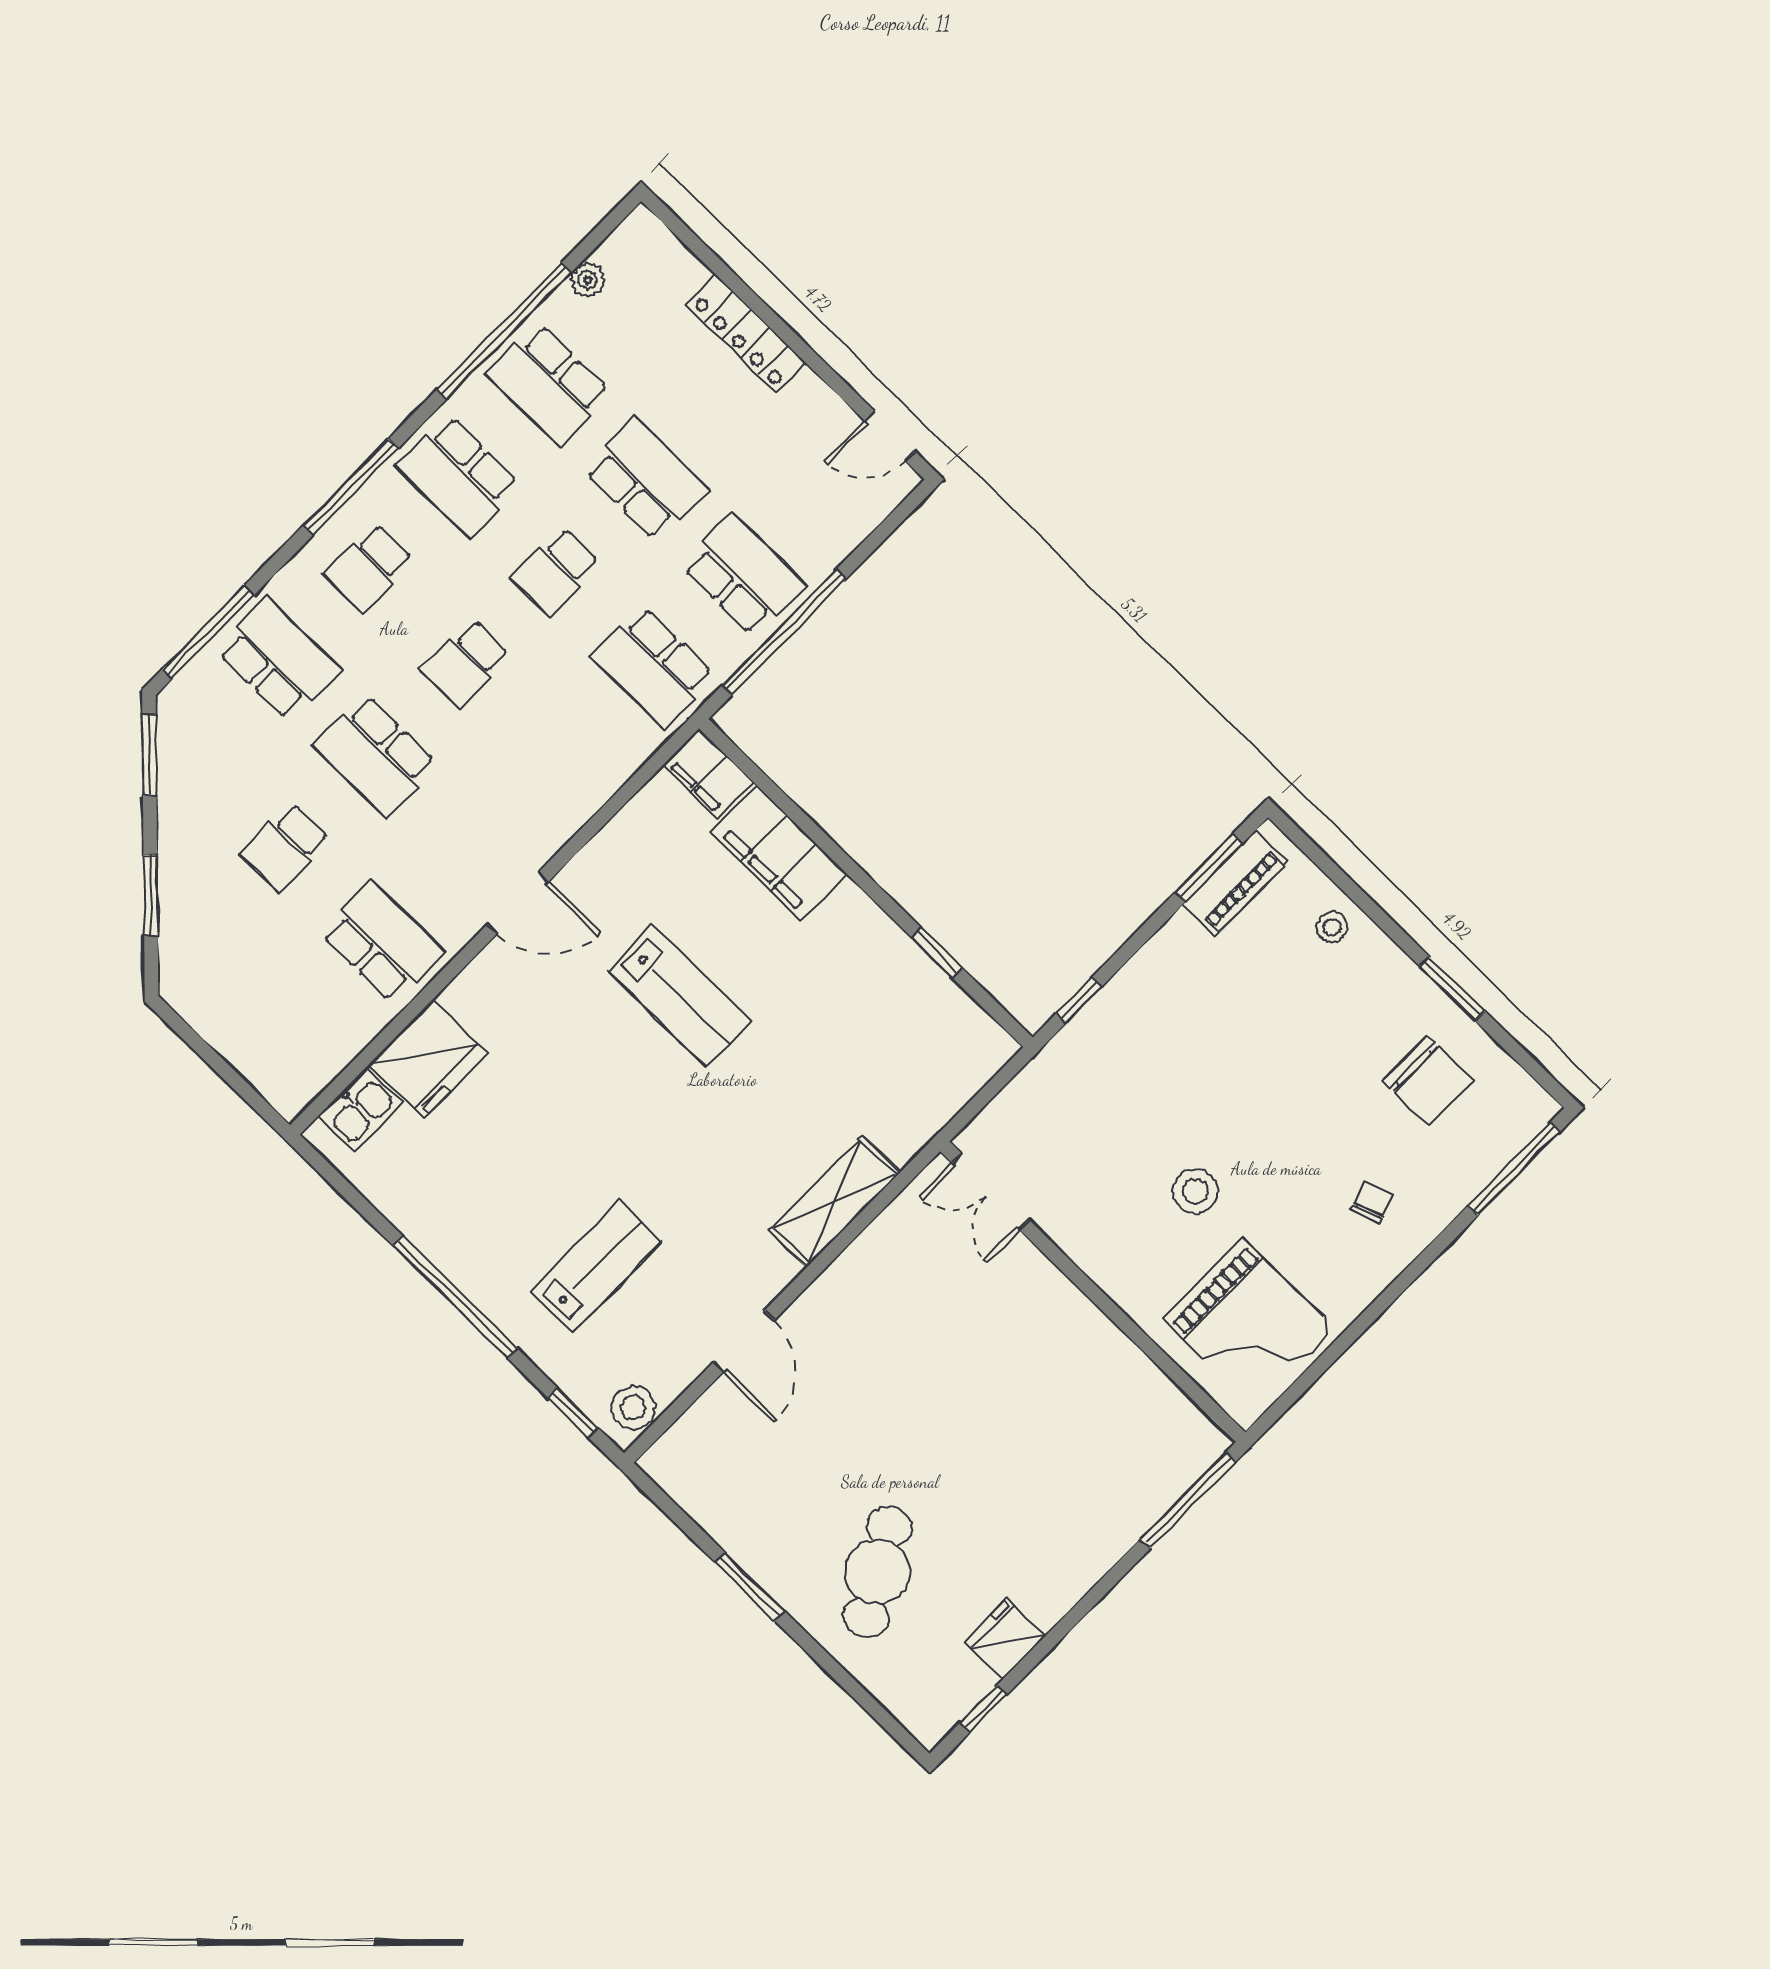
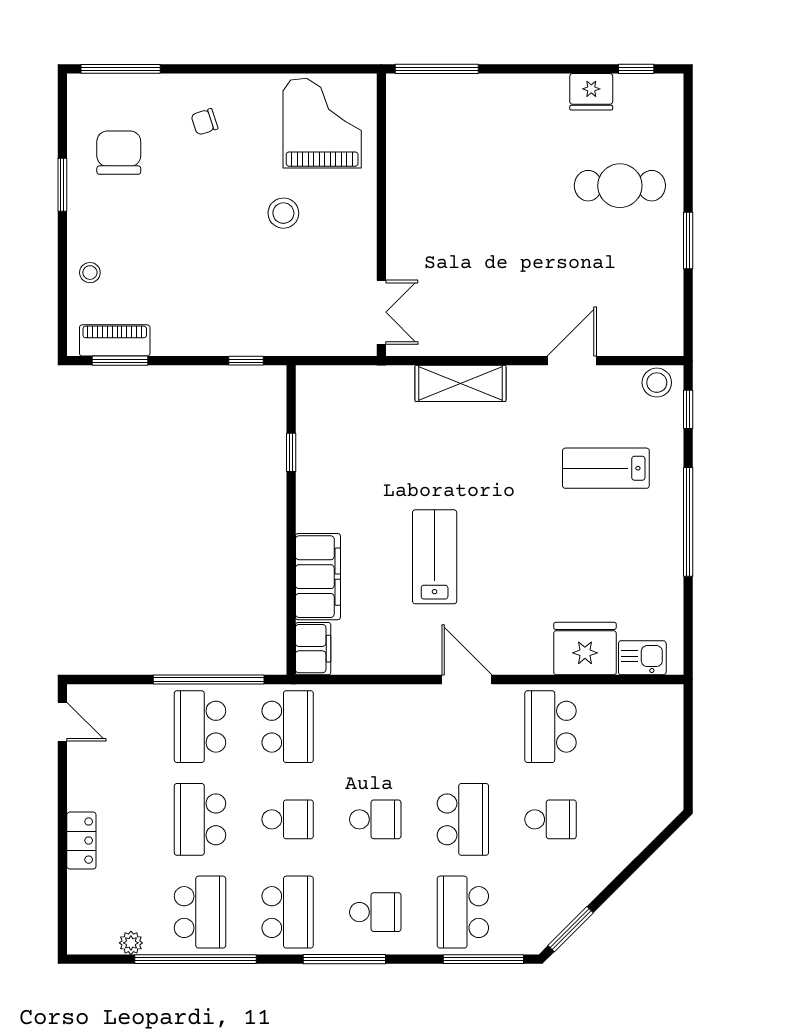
locker: (746, 334) -> (81, 841), width x0.66
window: (151, 895) -> (638, 862), removed
cafe table: (878, 1572) -> (620, 186), turned 30

